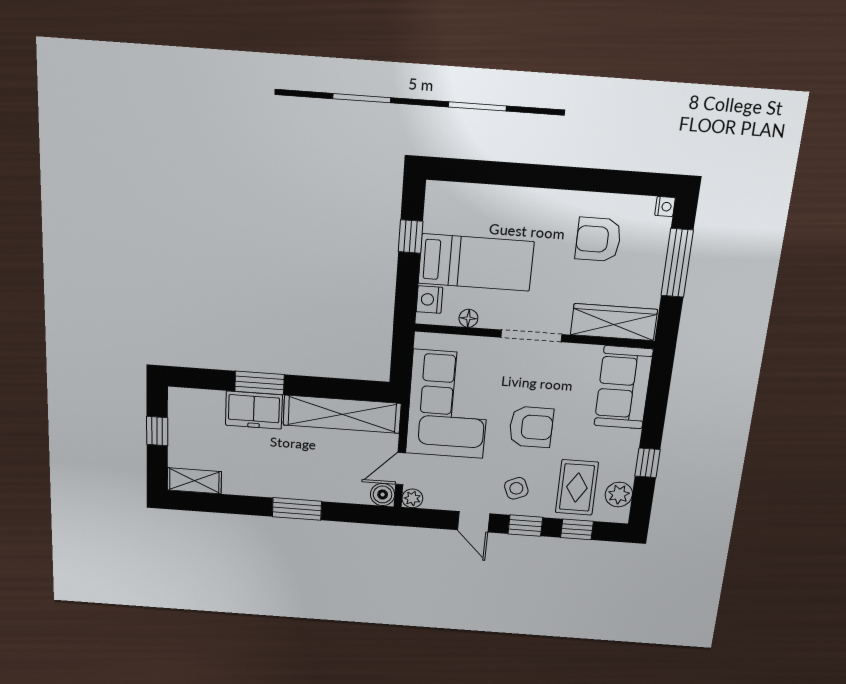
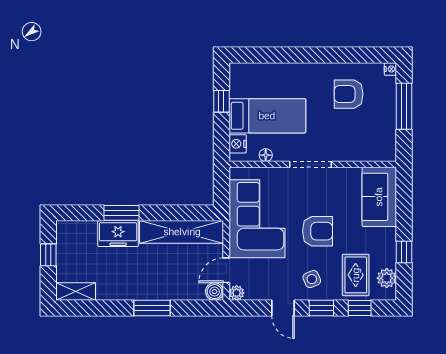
wardrobe: (614, 322) -> (367, 150), removed

